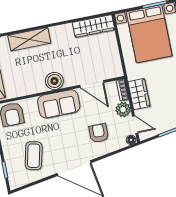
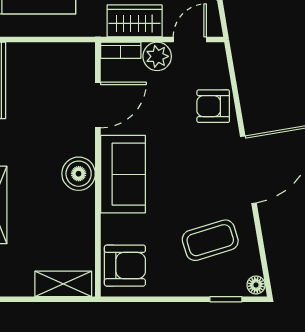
armchair: (99, 133) -> (213, 106), moved
floor lamp: (131, 140) -> (256, 285), moved
coffee table: (34, 156) -> (210, 240), turned -30

